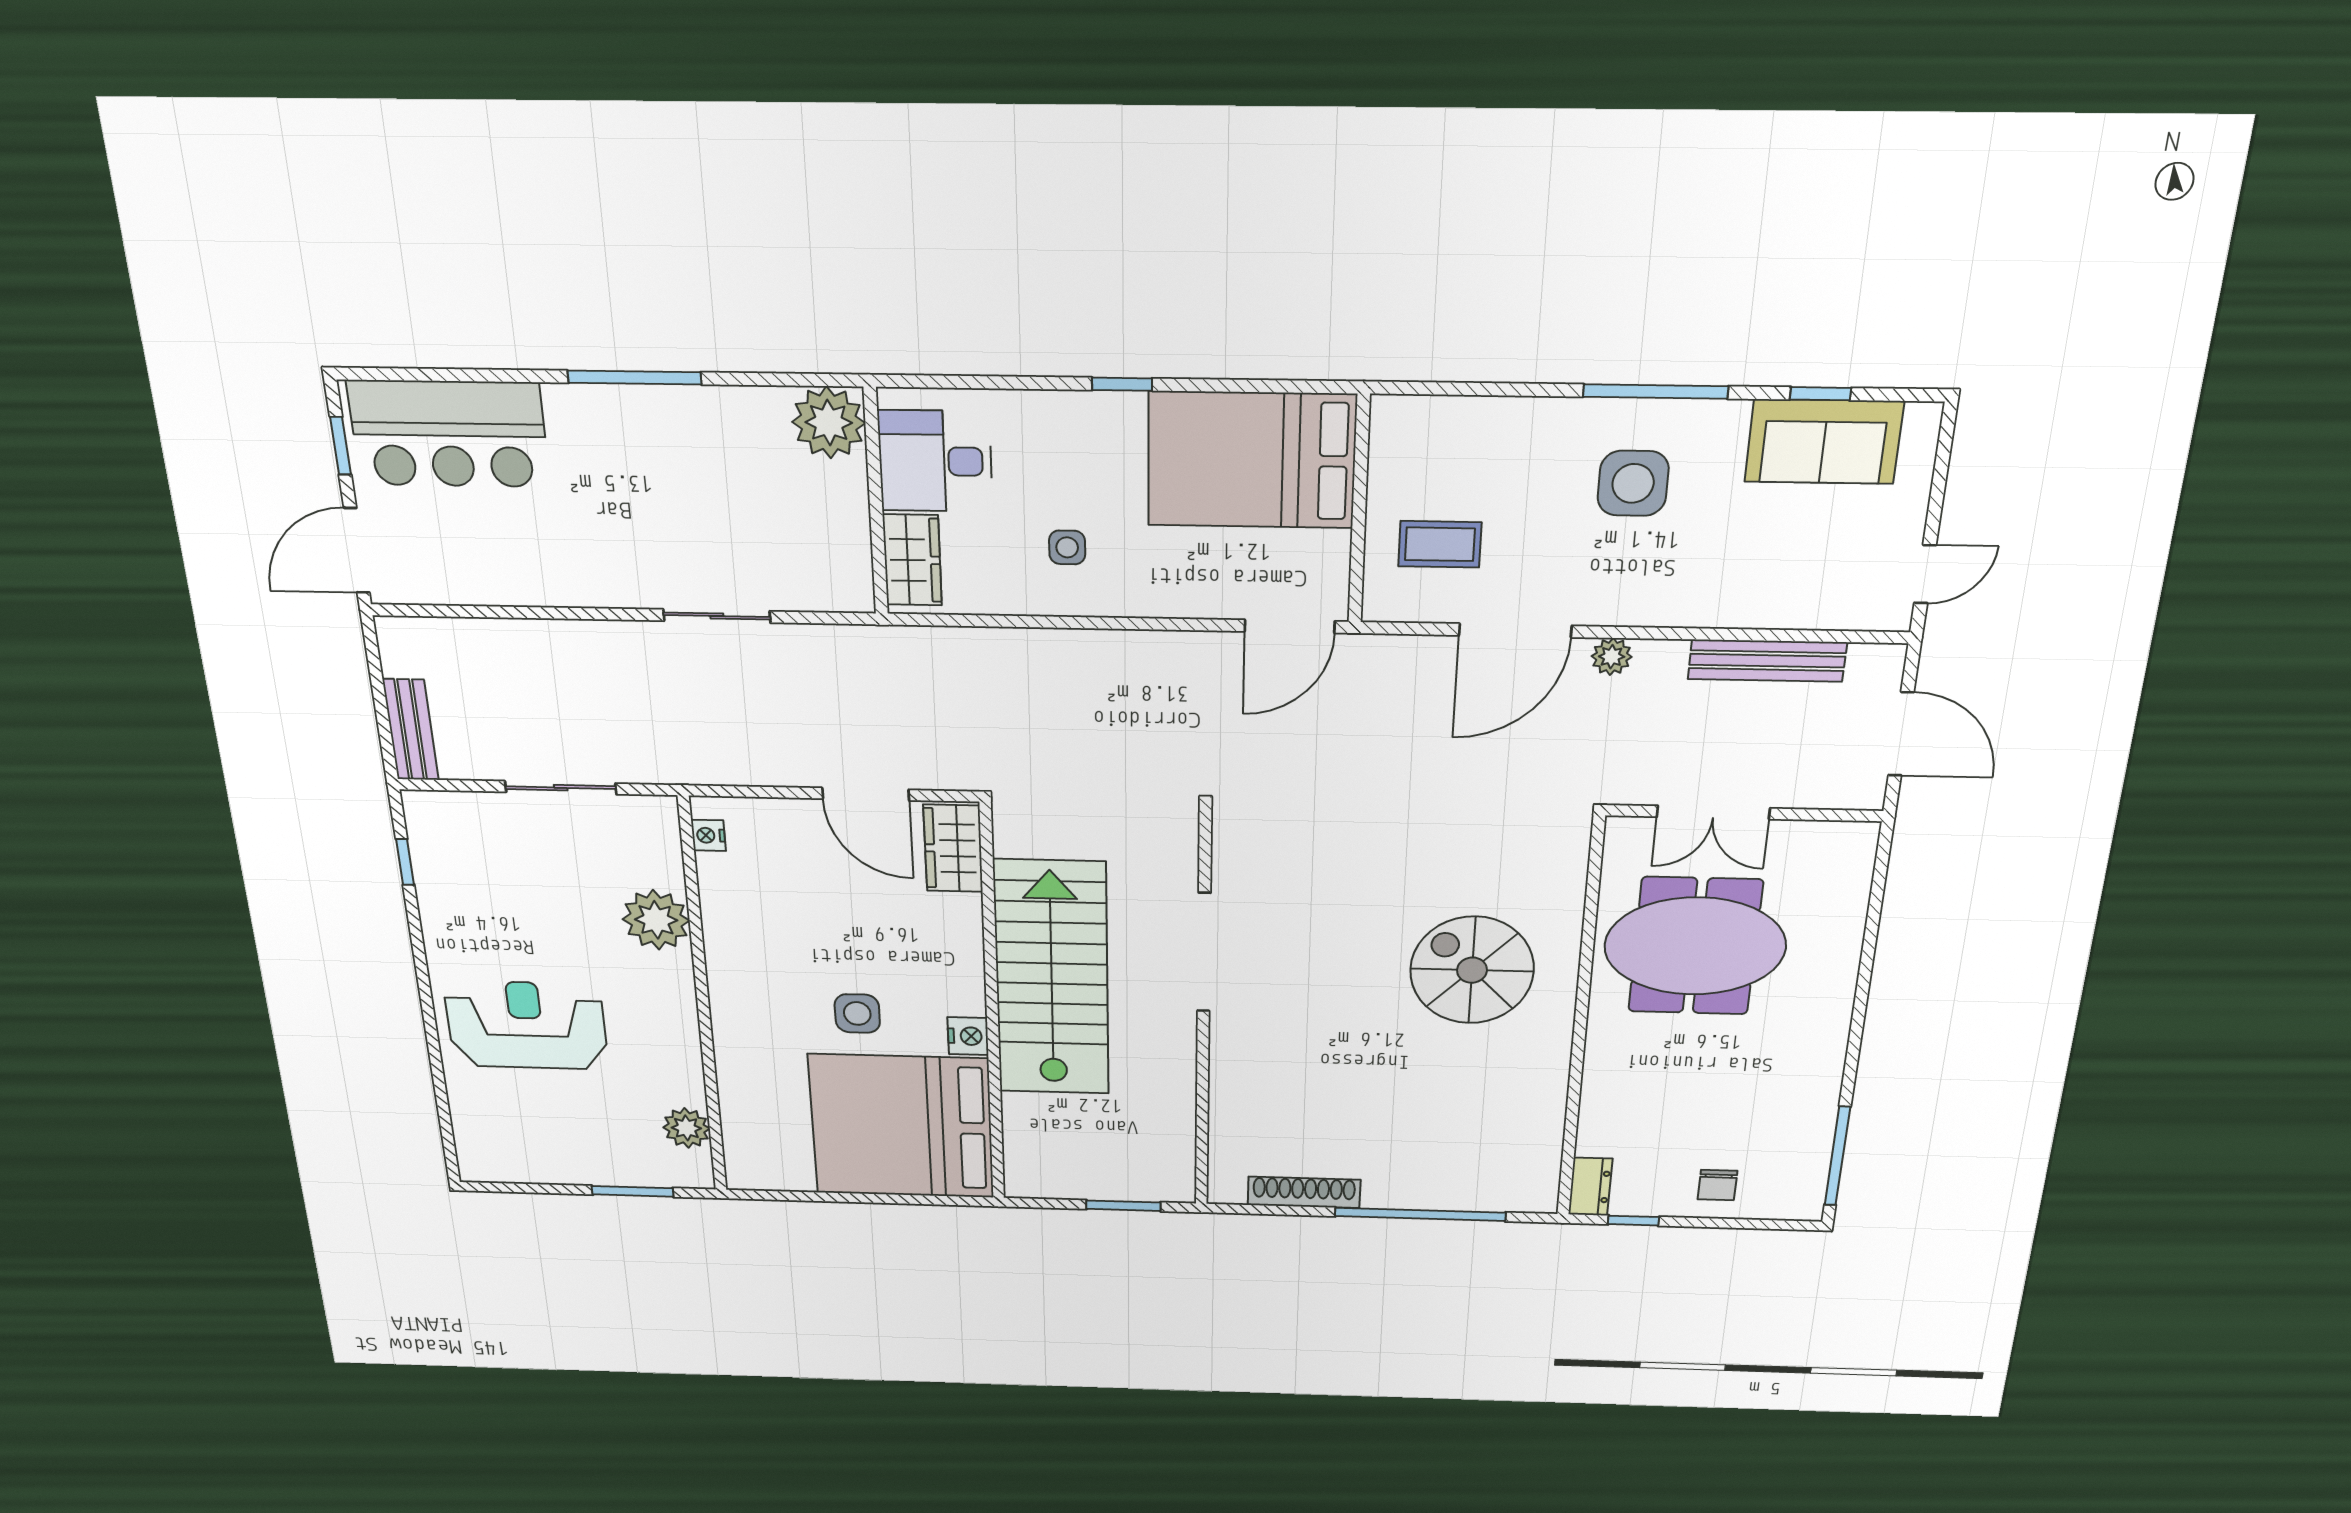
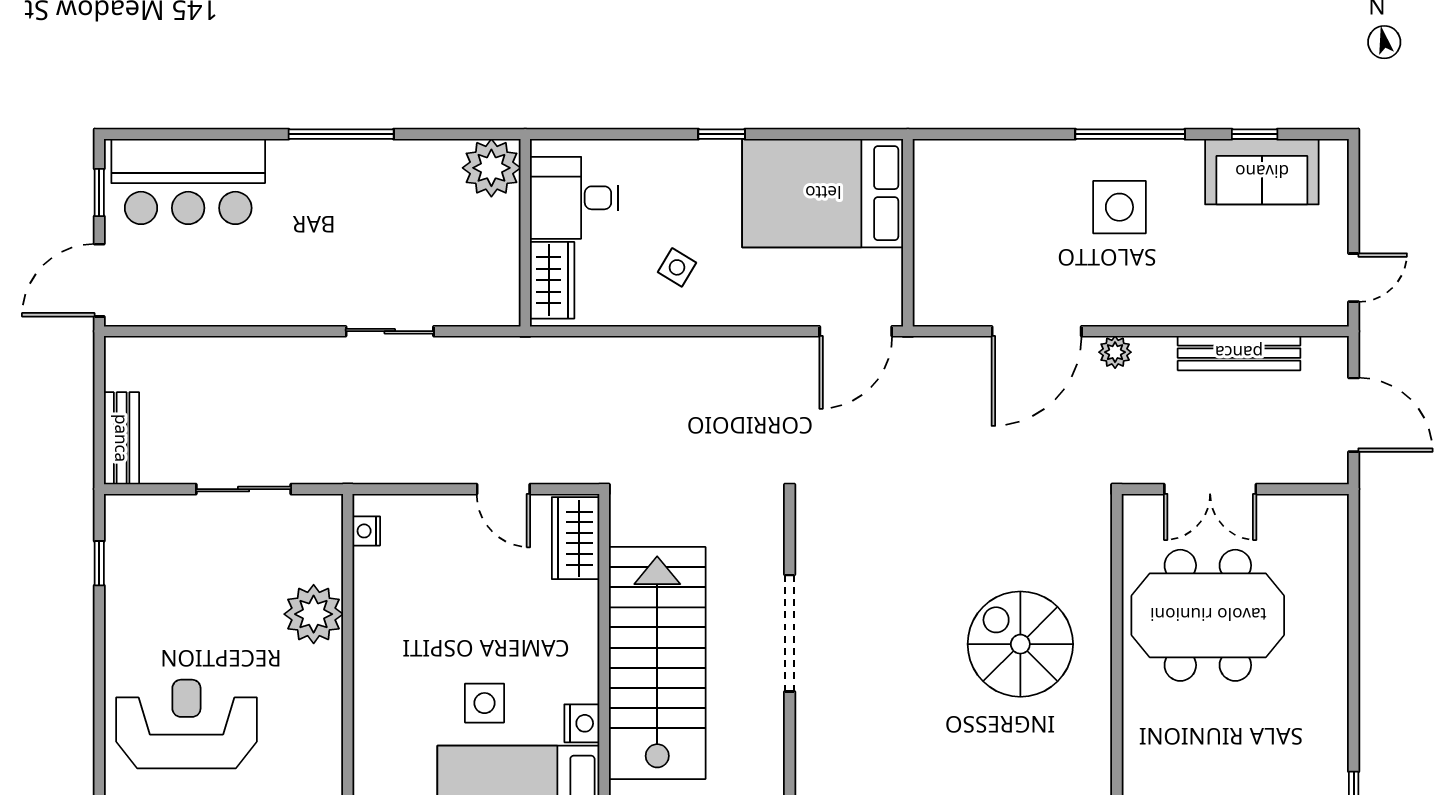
coffee table: (1440, 544) -> (973, 260), removed
side table: (1067, 547) -> (677, 267), turned 31
door: (866, 794) -> (503, 489), width x0.73

